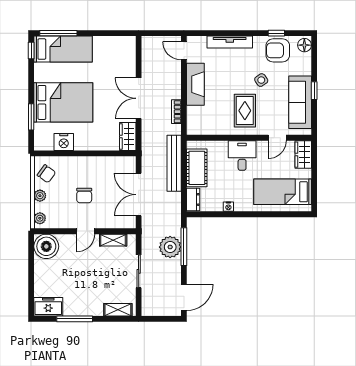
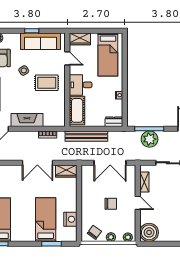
bed: (63, 102) -> (46, 220), width x0.67
cot: (197, 168) -> (77, 110), moved, turned 90

